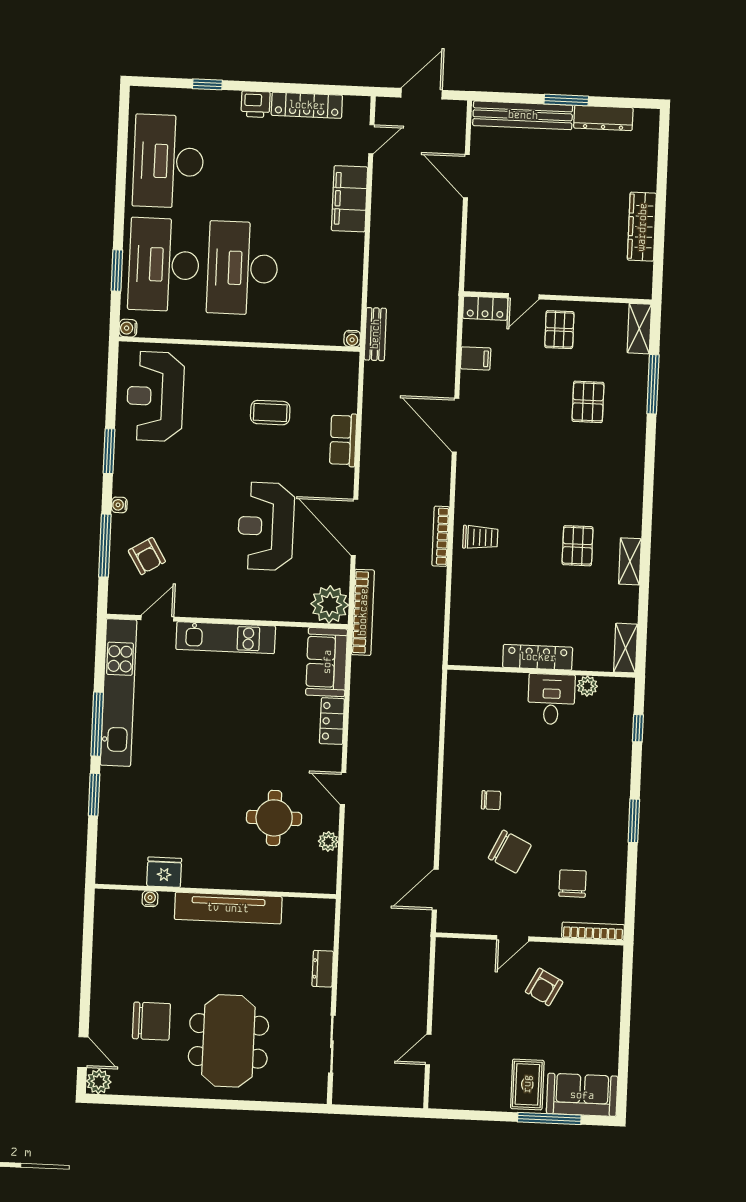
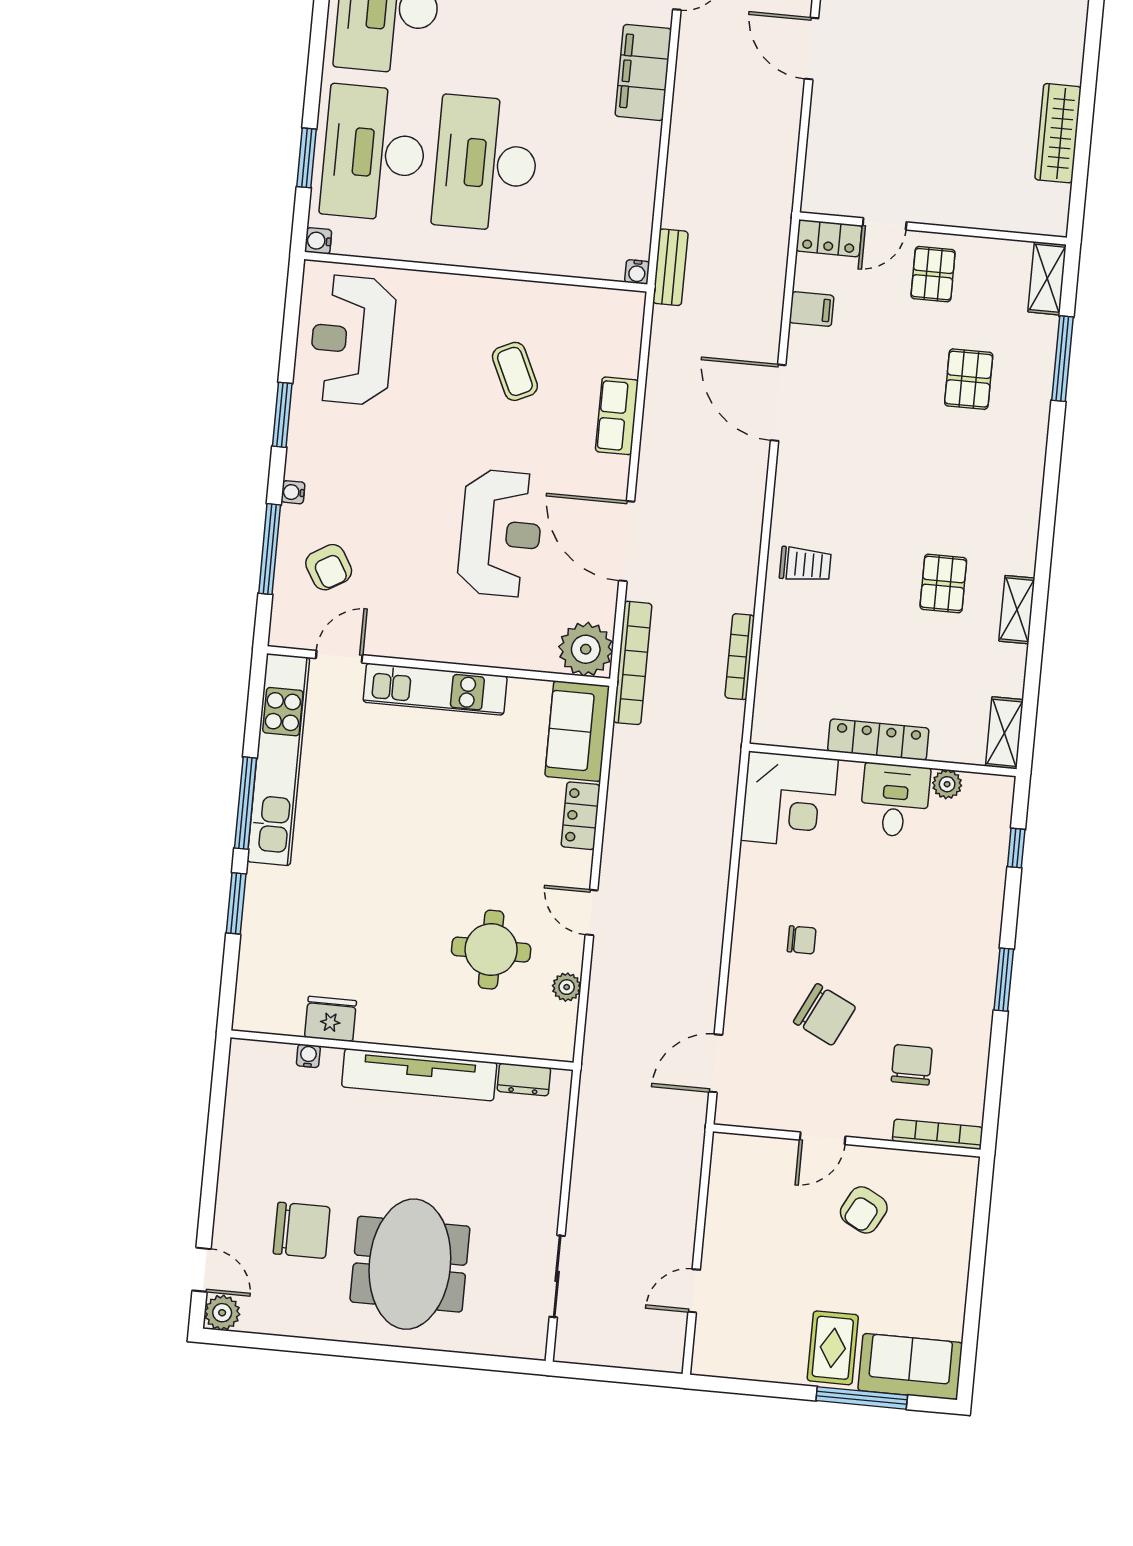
coffee table: (270, 413) -> (515, 371), turned 65
reception desk: (266, 526) -> (500, 533), turned 180
bookcase: (441, 536) -> (740, 657), moved
corner desk: (477, 703) -> (789, 800), added
dresser: (323, 969) -> (524, 1079), moved, turned -90

